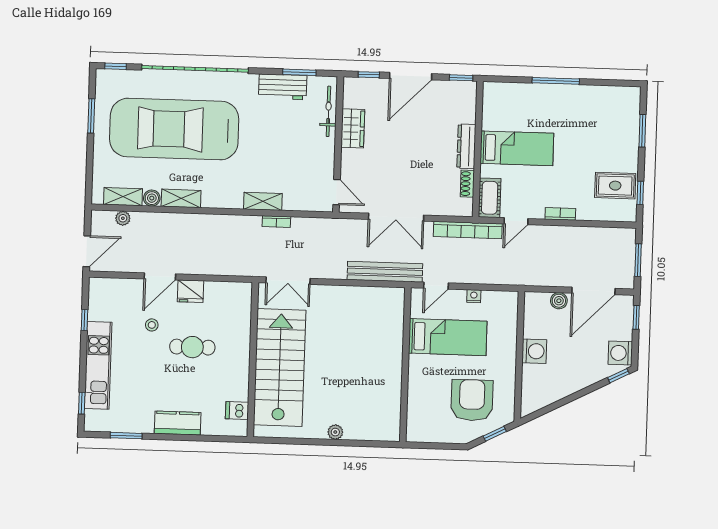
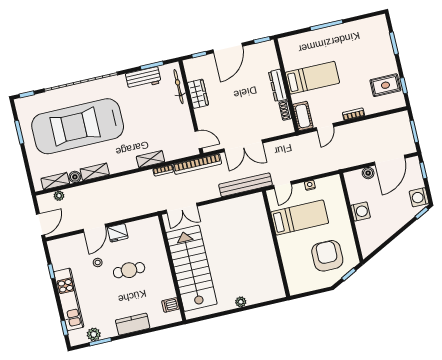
bookcase: (468, 230) -> (197, 164), moved
plant: (120, 423) -> (94, 334), added

